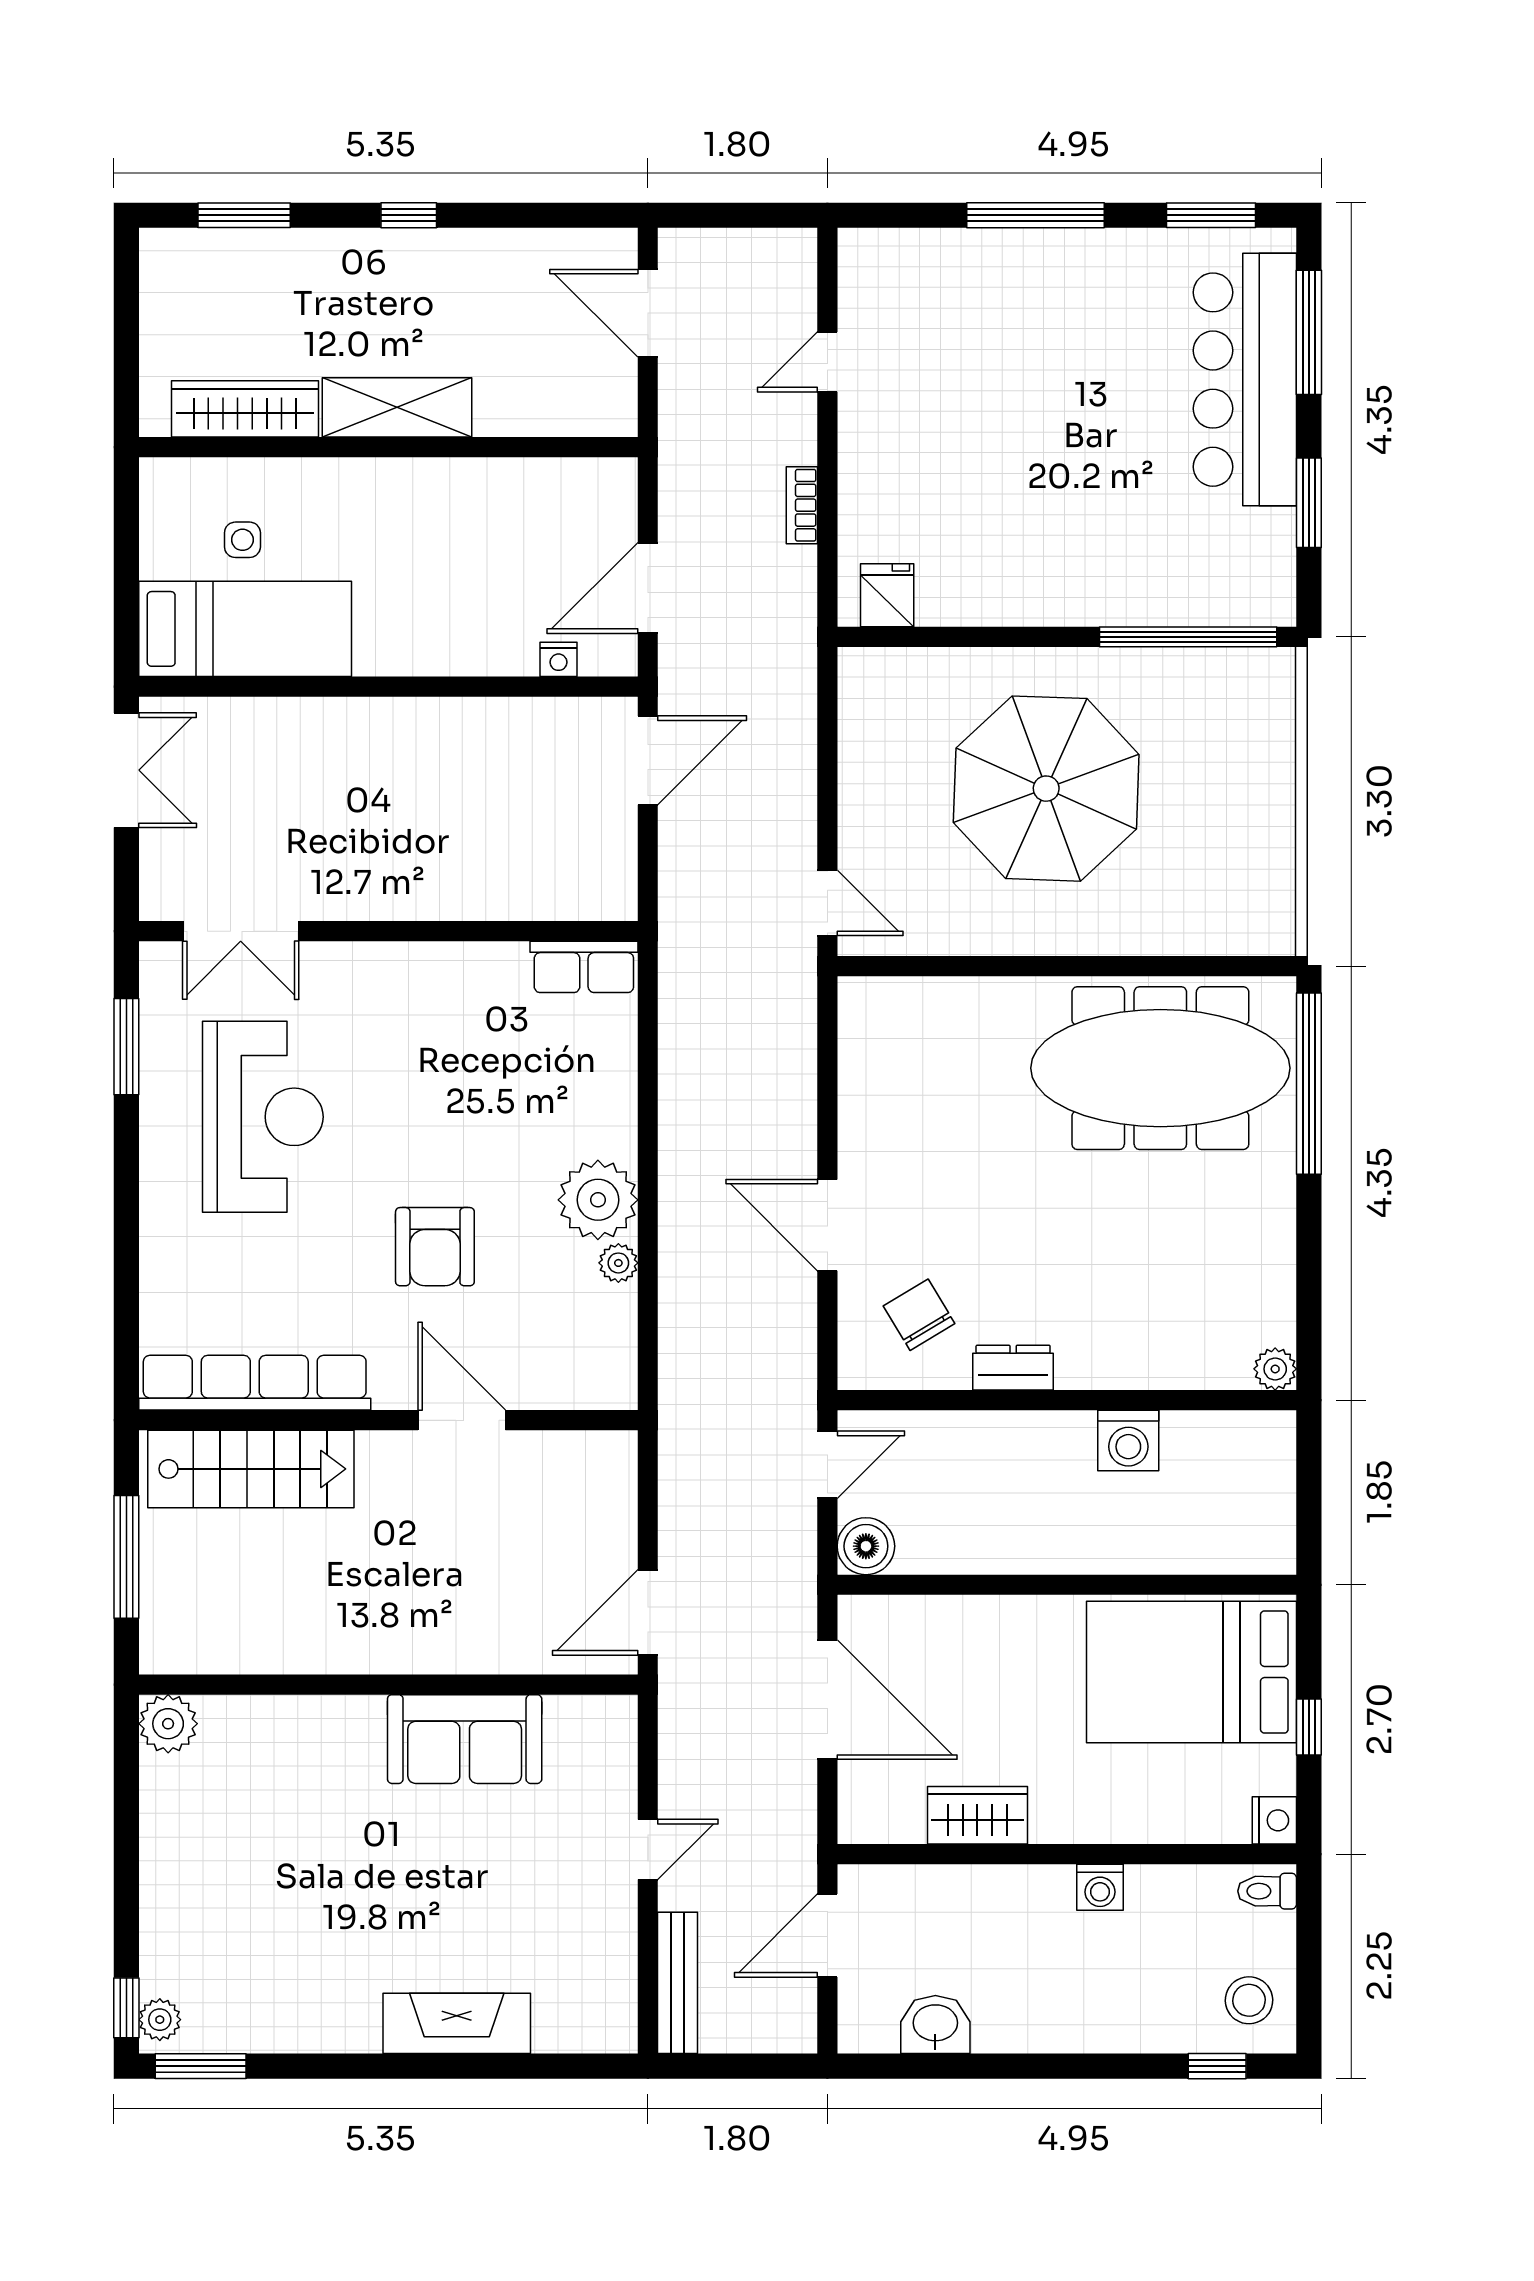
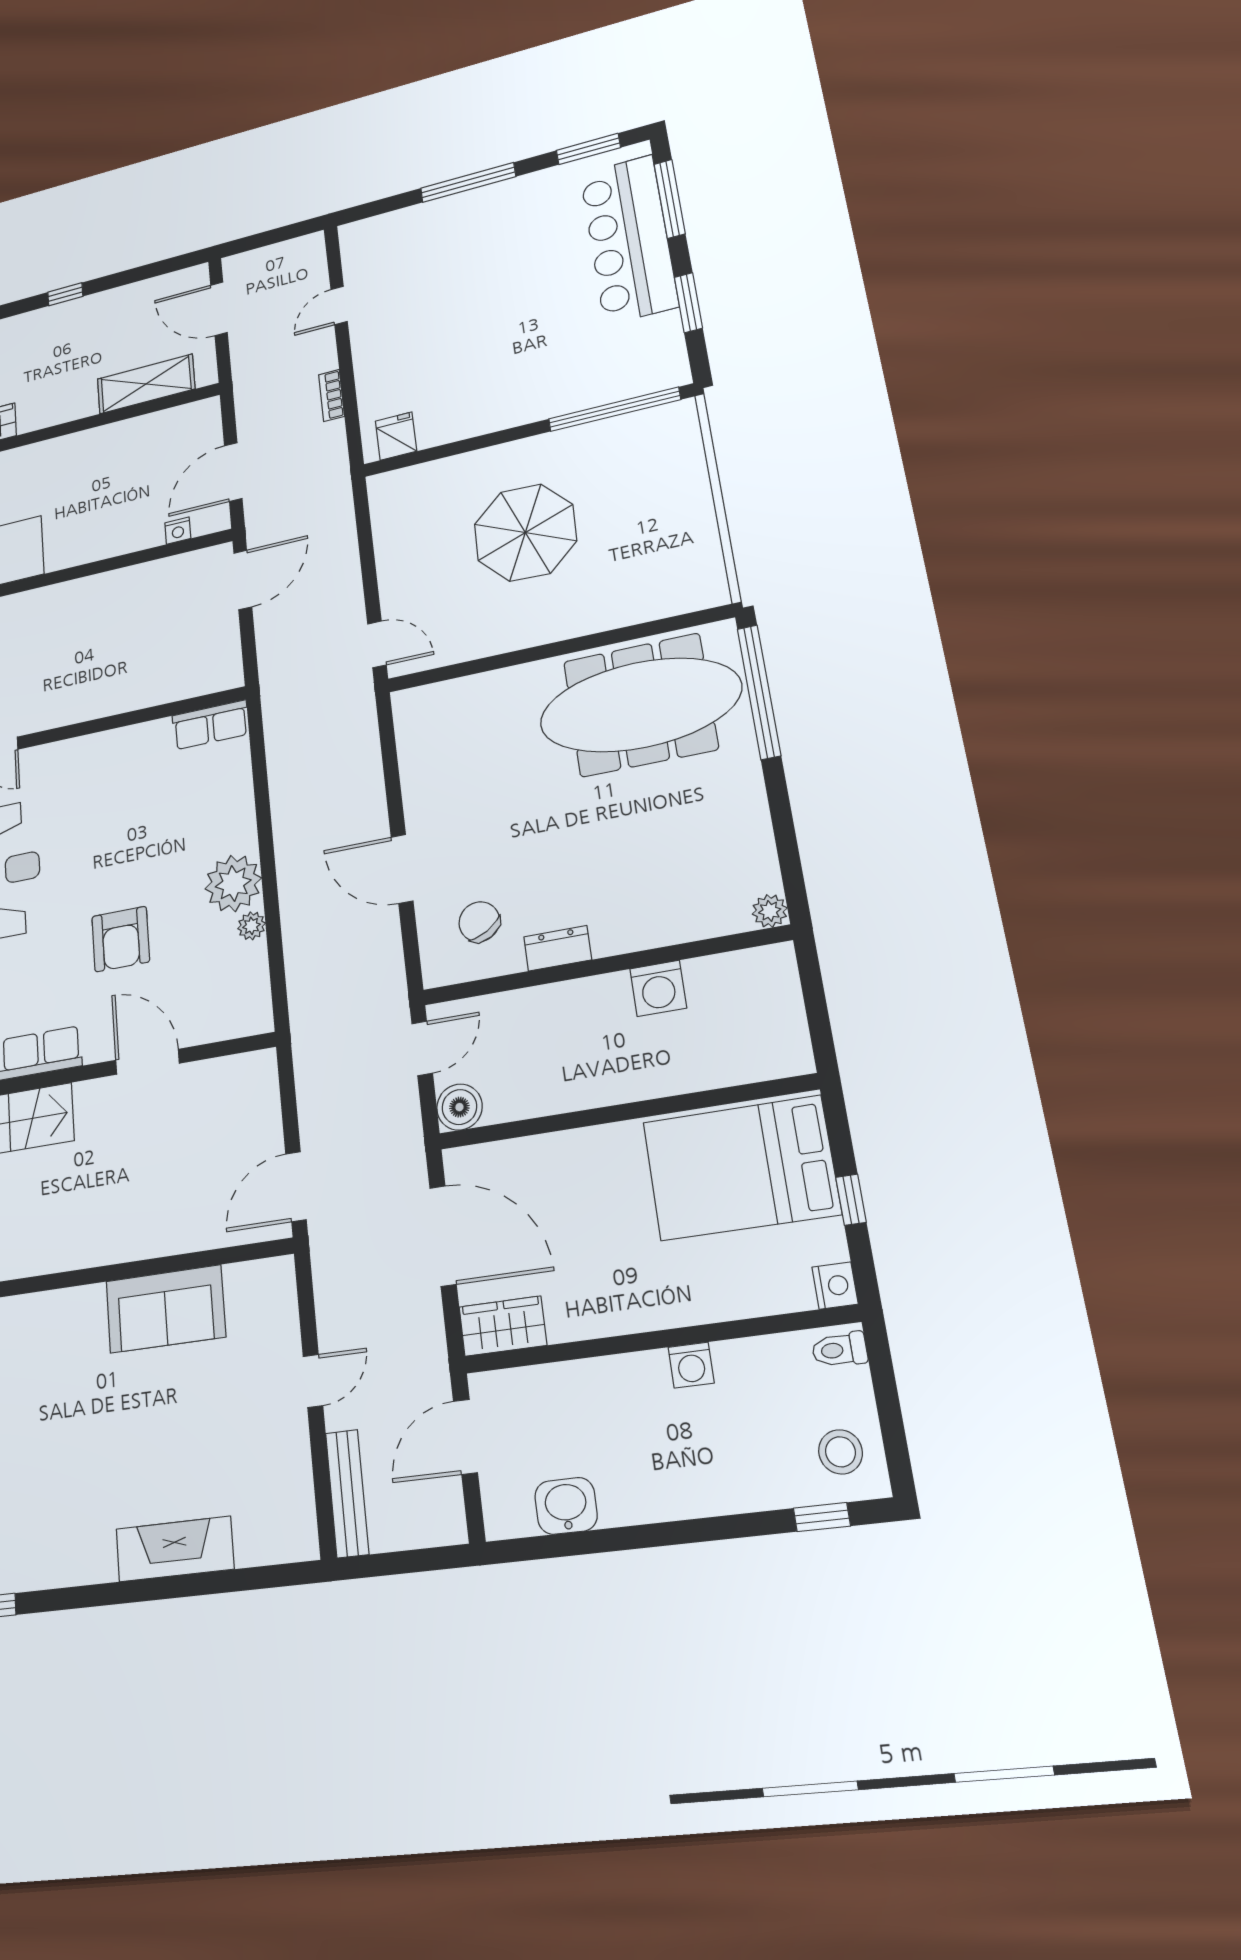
shelving: (397, 407) -> (146, 384), moved
parasol: (1046, 789) -> (525, 533), width x0.73, depth x0.73
wardrobe: (977, 1815) -> (503, 1326), moved

